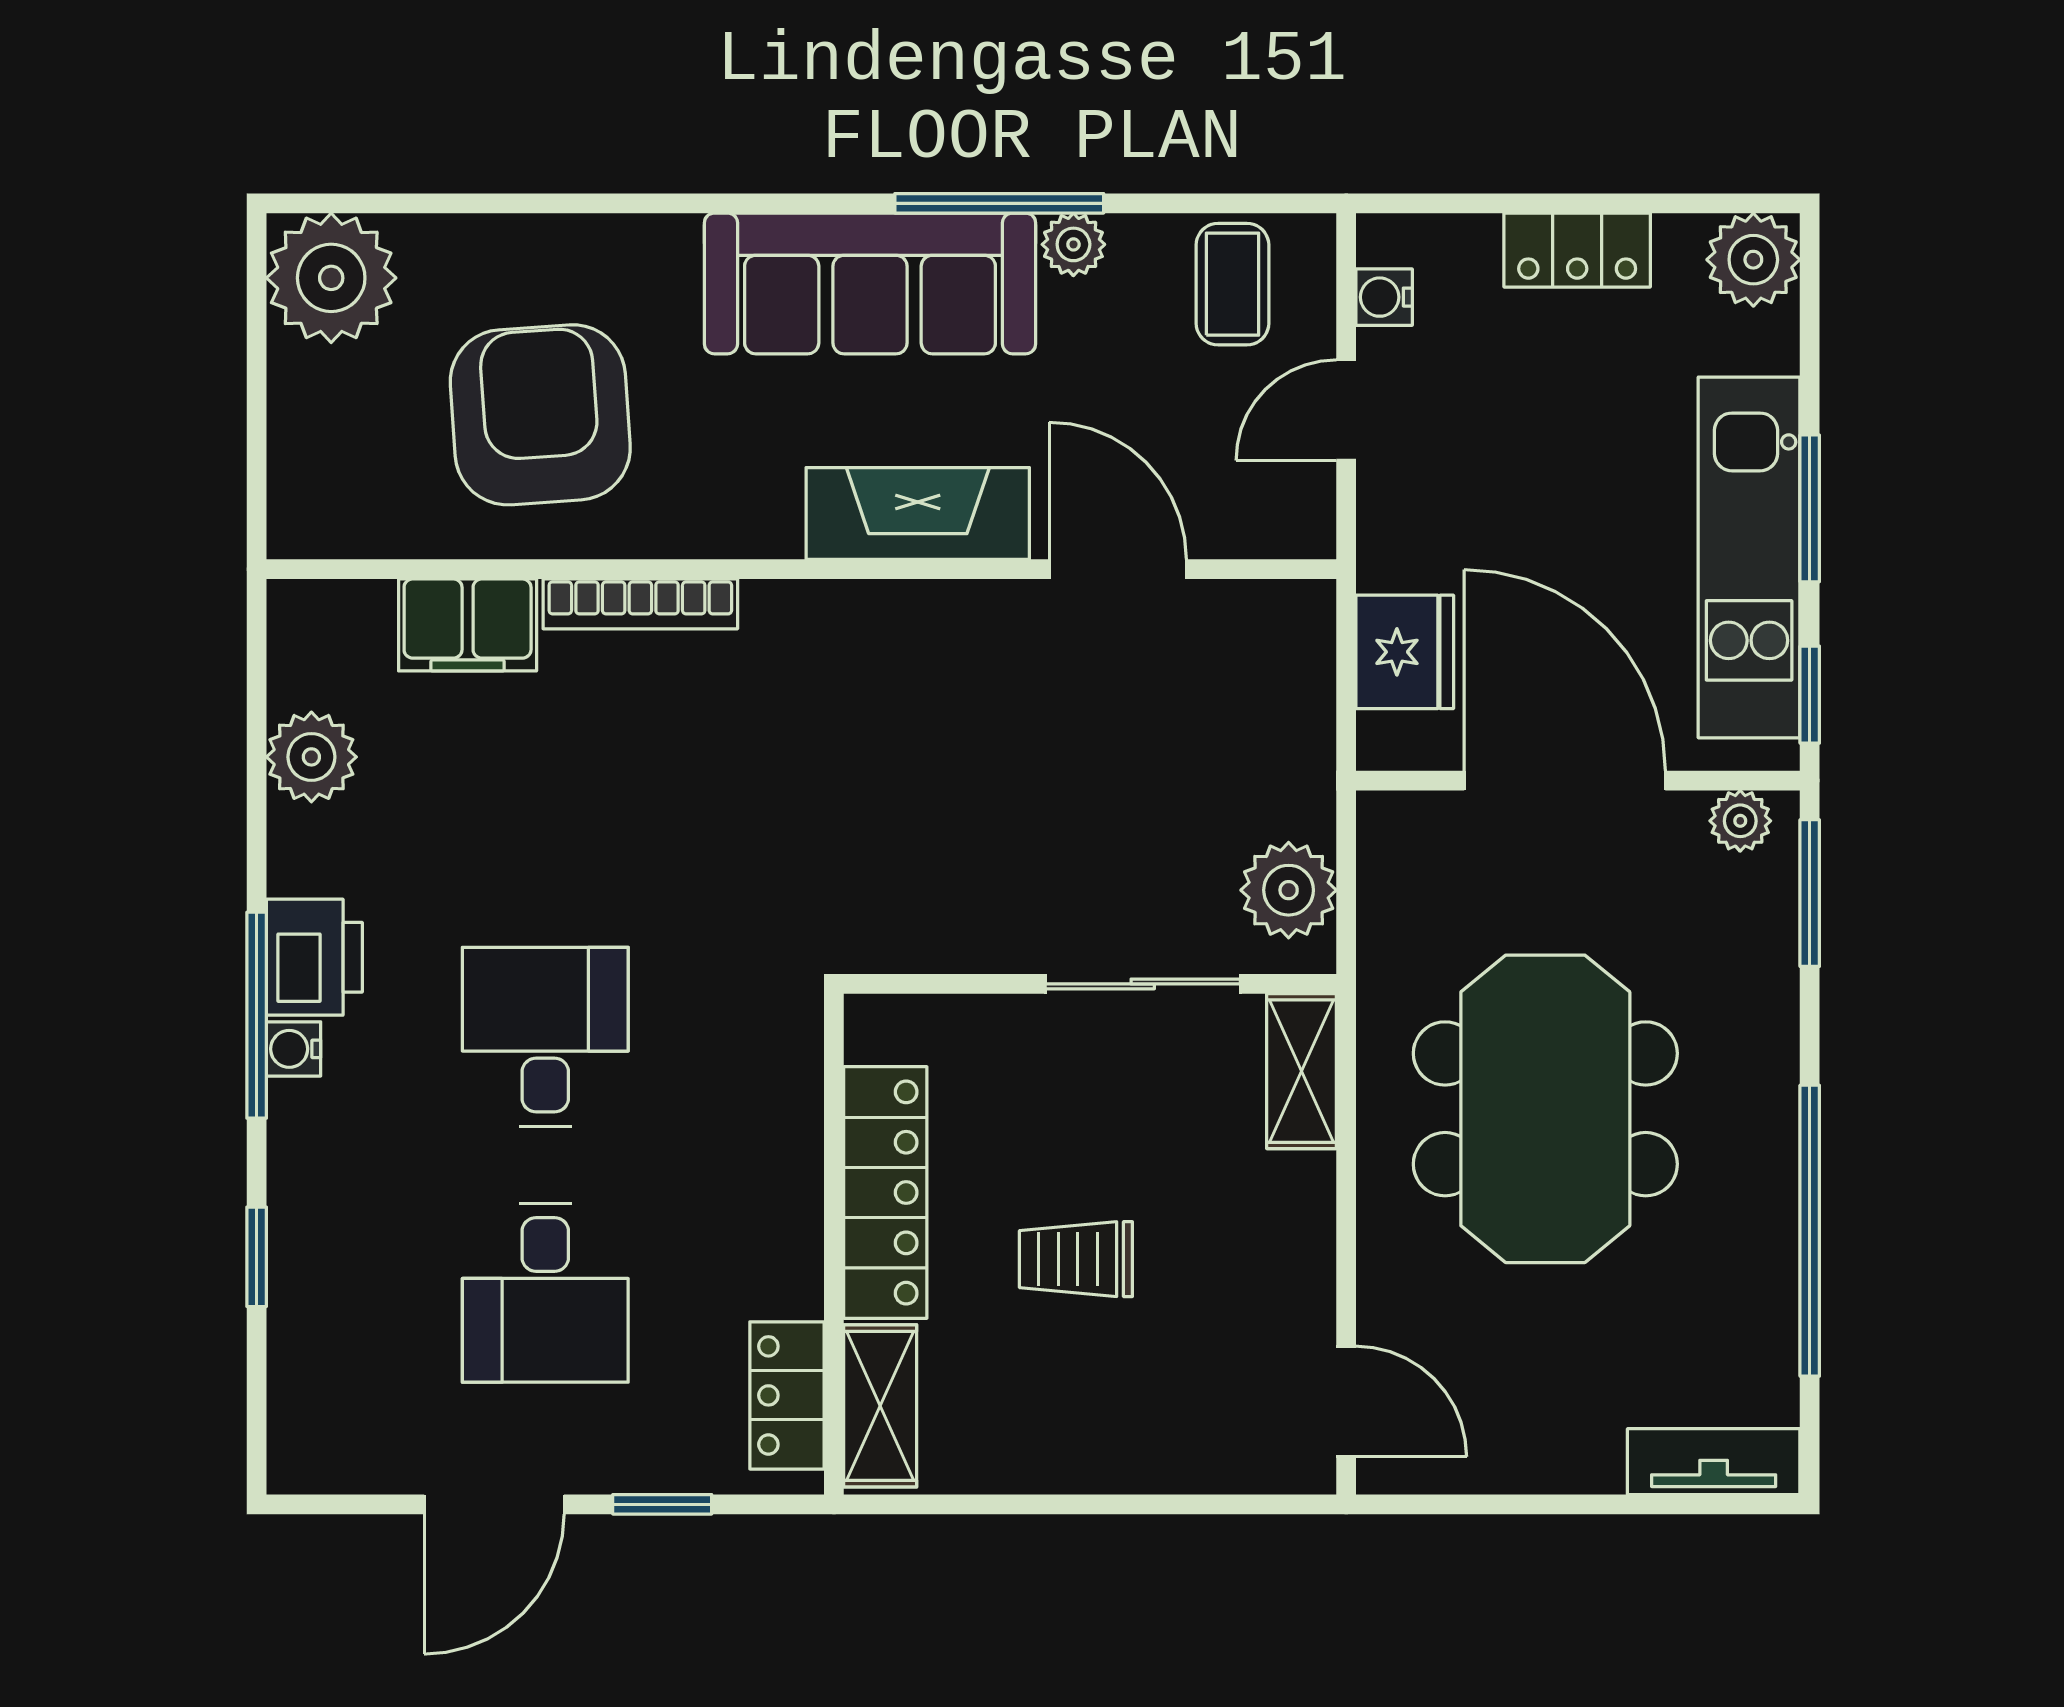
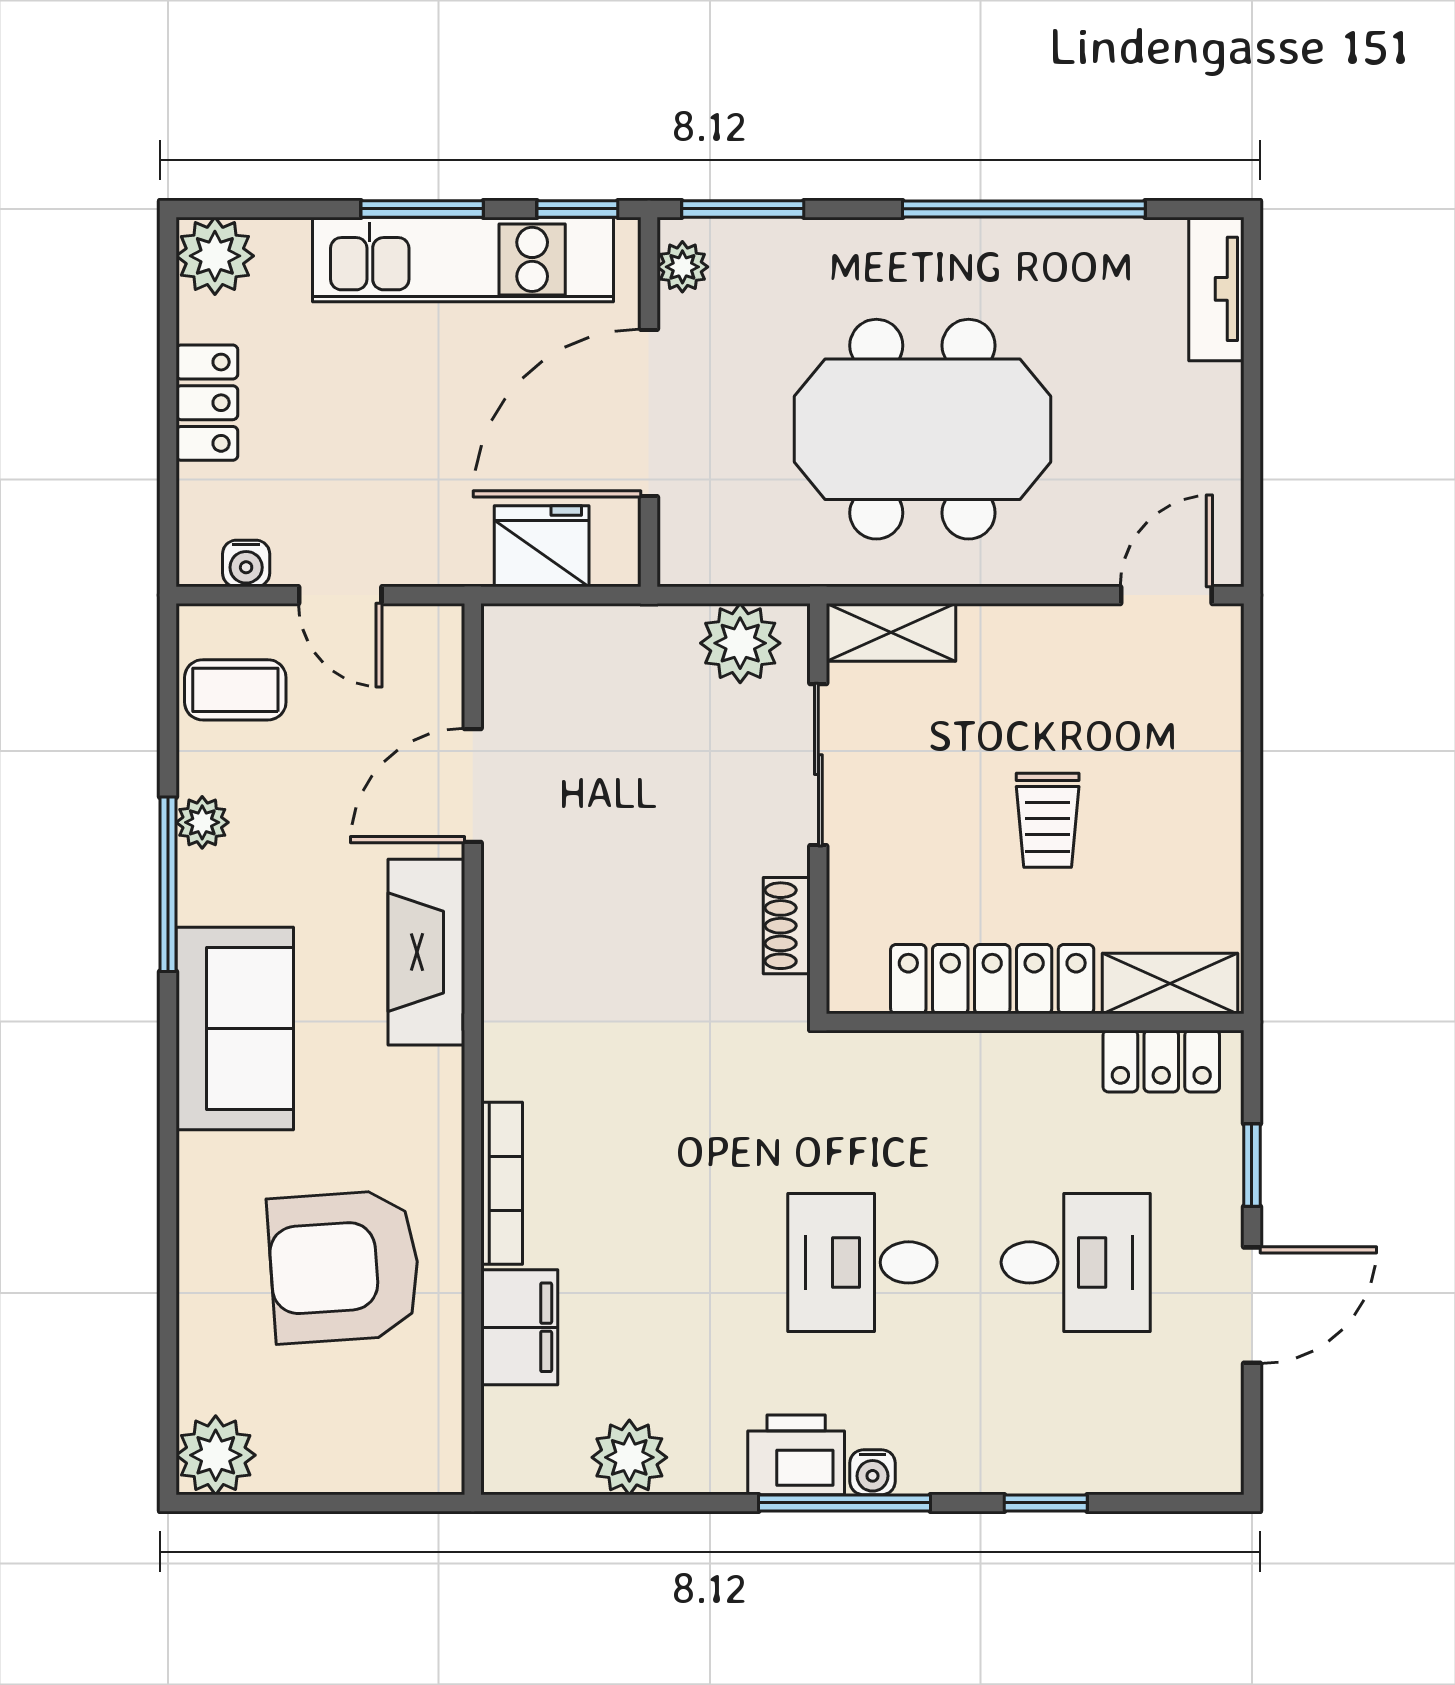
plant: (331, 278) -> (216, 1455), width x0.73, depth x0.73
sofa: (870, 283) -> (235, 1028), width x0.73
shoe rack: (949, 946) -> (787, 926), added
door: (494, 1504) -> (1252, 1305), hinge flipped

